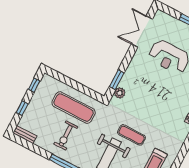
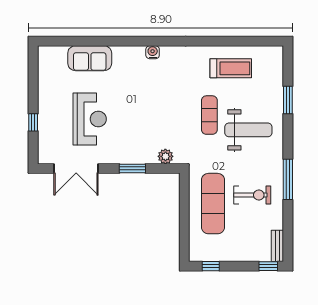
window: (117, 80) -> (132, 168), moved
window: (22, 108) -> (268, 266), moved

